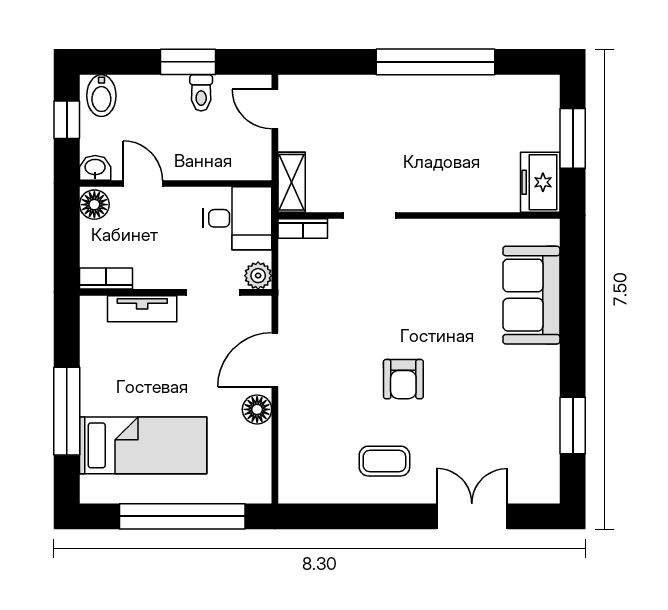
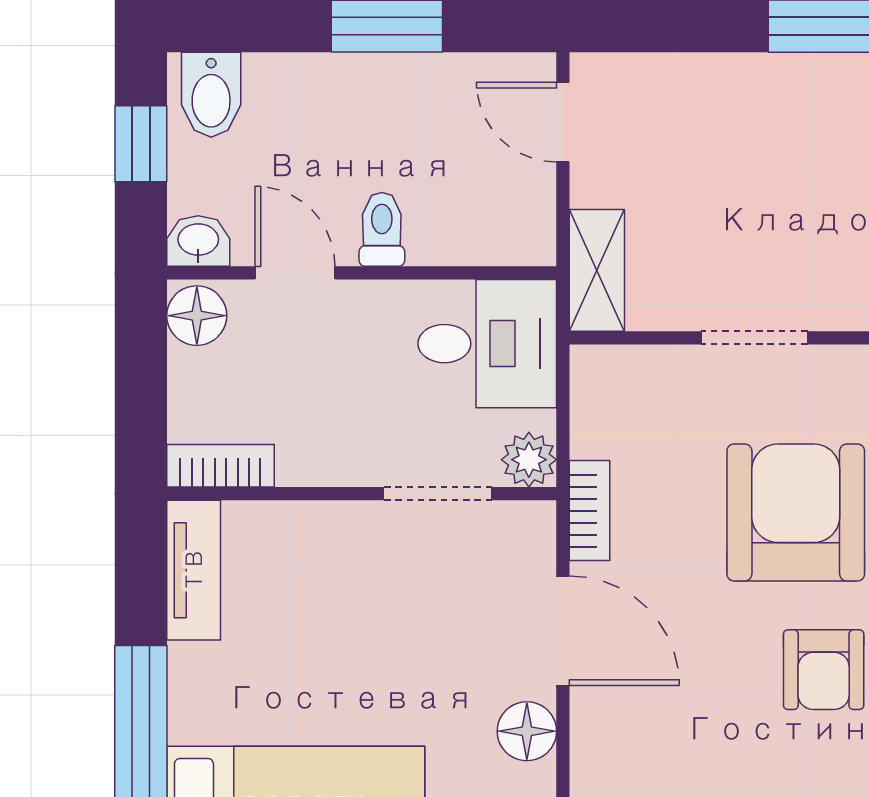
toilet: (201, 93) -> (382, 229), moved, turned 180
bookcase: (303, 229) -> (589, 511), moved, turned -90
armchair: (390, 302) -> (796, 512), added
tv unit: (142, 309) -> (194, 570), moved, turned -90
door: (275, 360) -> (563, 631), swing flipped

